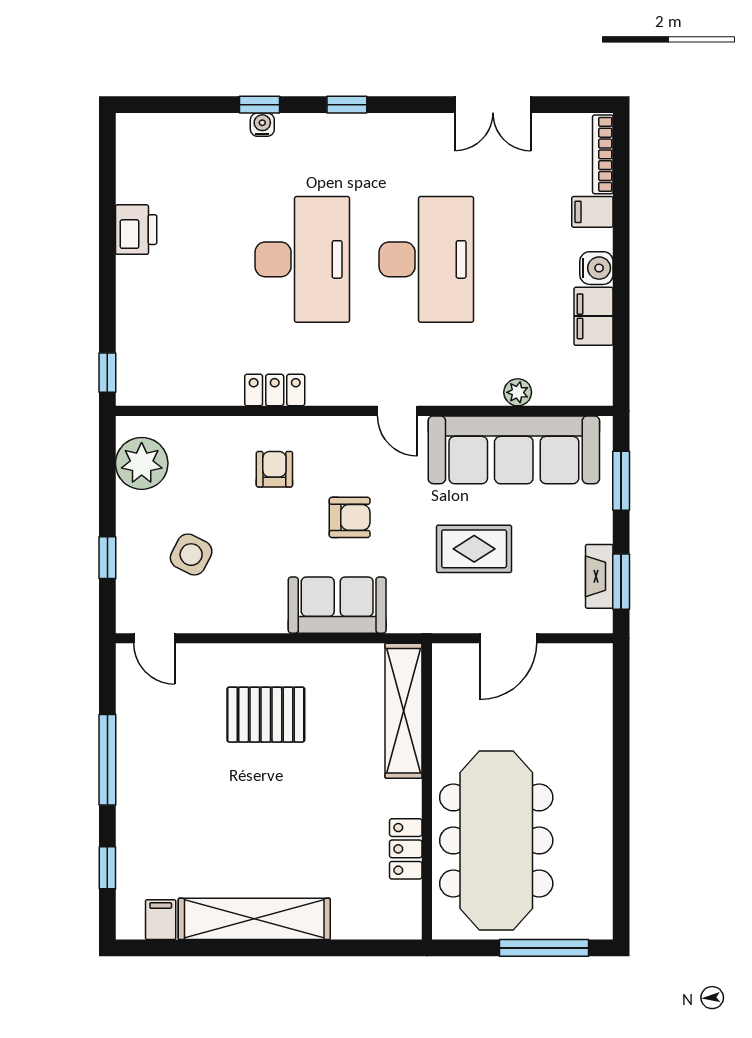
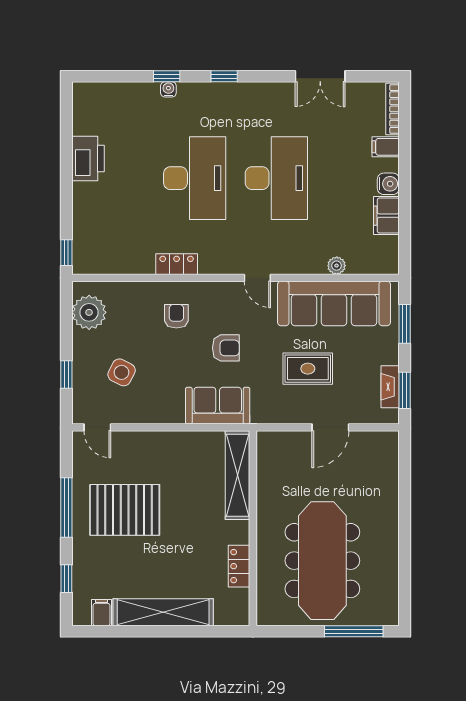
printer: (136, 230) -> (88, 159), width x1.37, depth x1.19
shelving: (403, 711) -> (237, 475), moved
pallet: (266, 715) -> (125, 510), moved, width x1.37, depth x1.41
wall: (427, 791) -> (253, 528), moved
locker: (406, 849) -> (239, 566), moved

